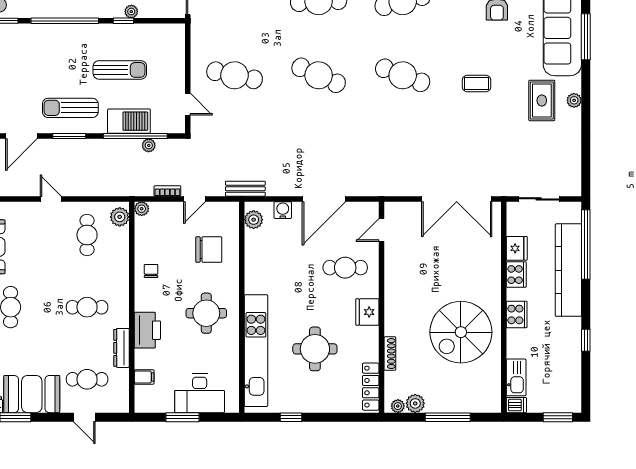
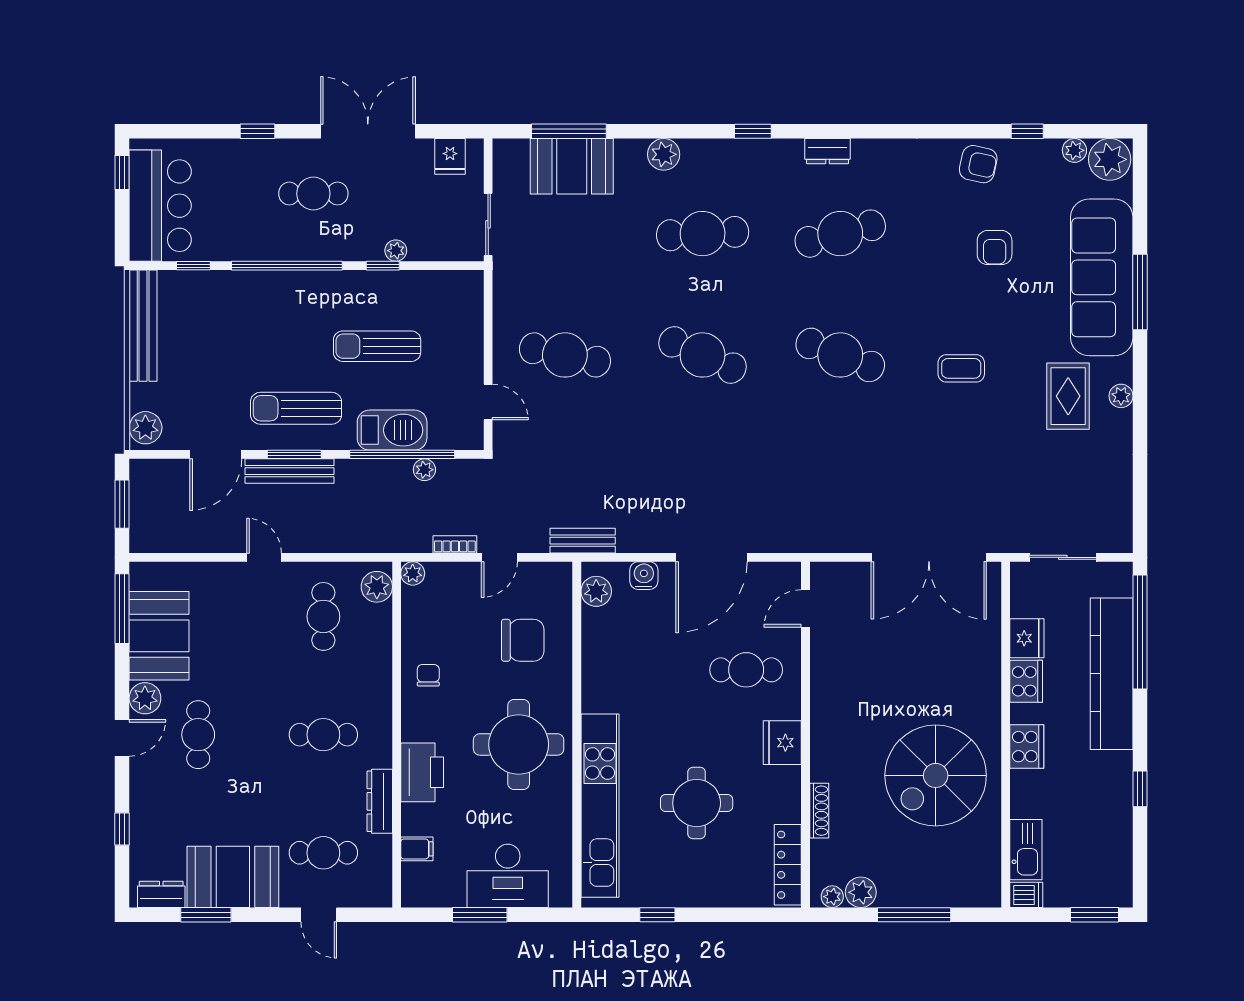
sun lounger: (120, 70) -> (377, 346), turned 180
bench: (66, 146) -> (290, 471), added
round table: (206, 313) -> (519, 744), width x1.36, depth x1.36

